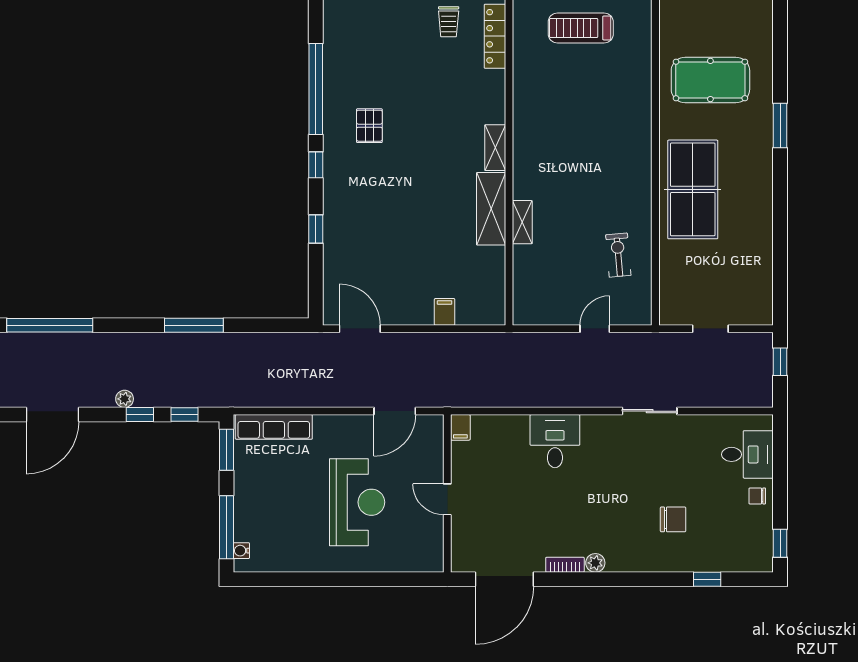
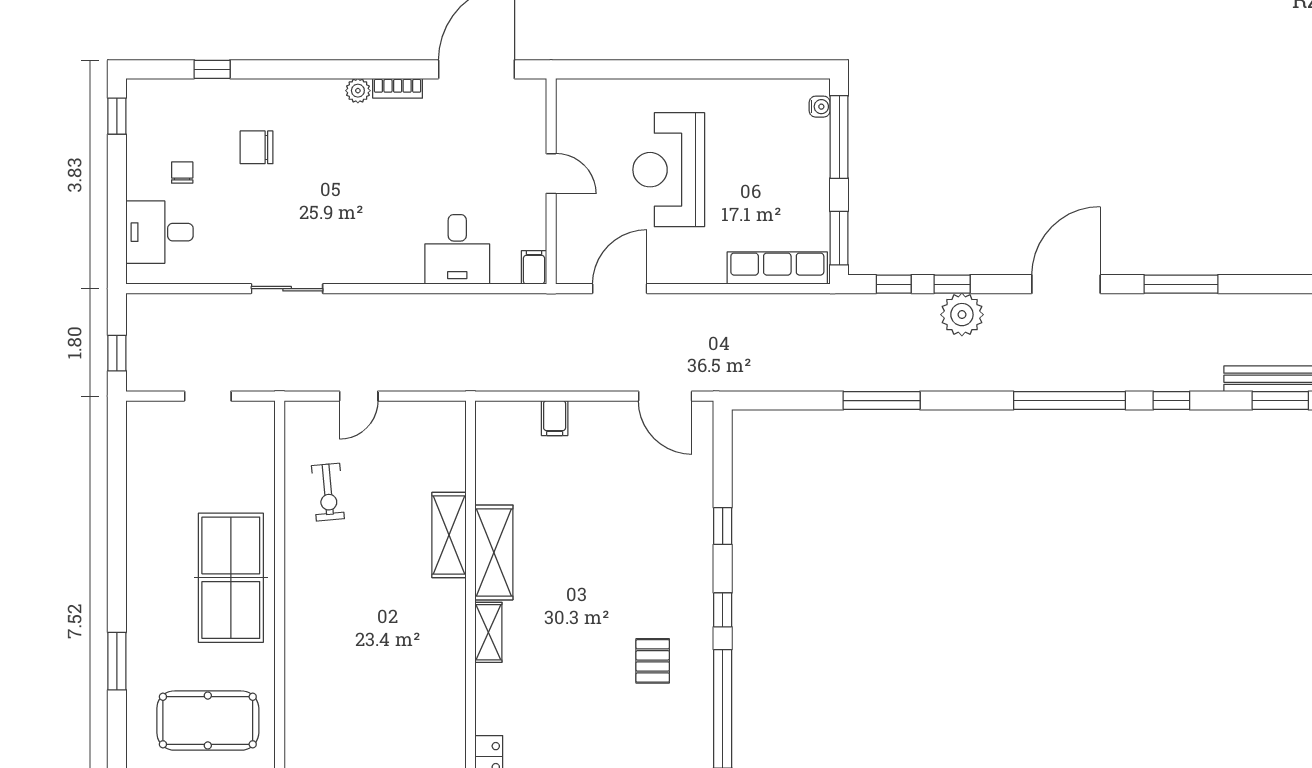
shelving: (522, 222) -> (449, 535), width x1.50, depth x1.33
plant: (125, 399) -> (962, 315), width x1.88, depth x1.88
desk: (555, 441) -> (457, 249), moved
chair: (757, 496) -> (182, 173), moved, turned -90

